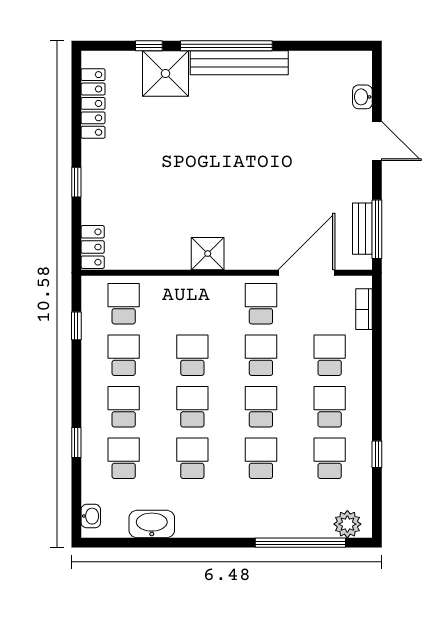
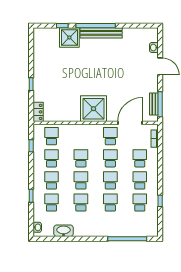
locker: (93, 103) -> (38, 50), removed
shower: (208, 254) -> (93, 109), width x1.86, depth x1.86
plant: (347, 524) -> (147, 231), removed

